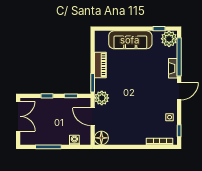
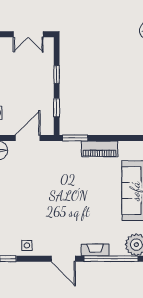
plant: (102, 98) -> (54, 151), removed
double door: (18, 116) -> (28, 34), width x0.73

